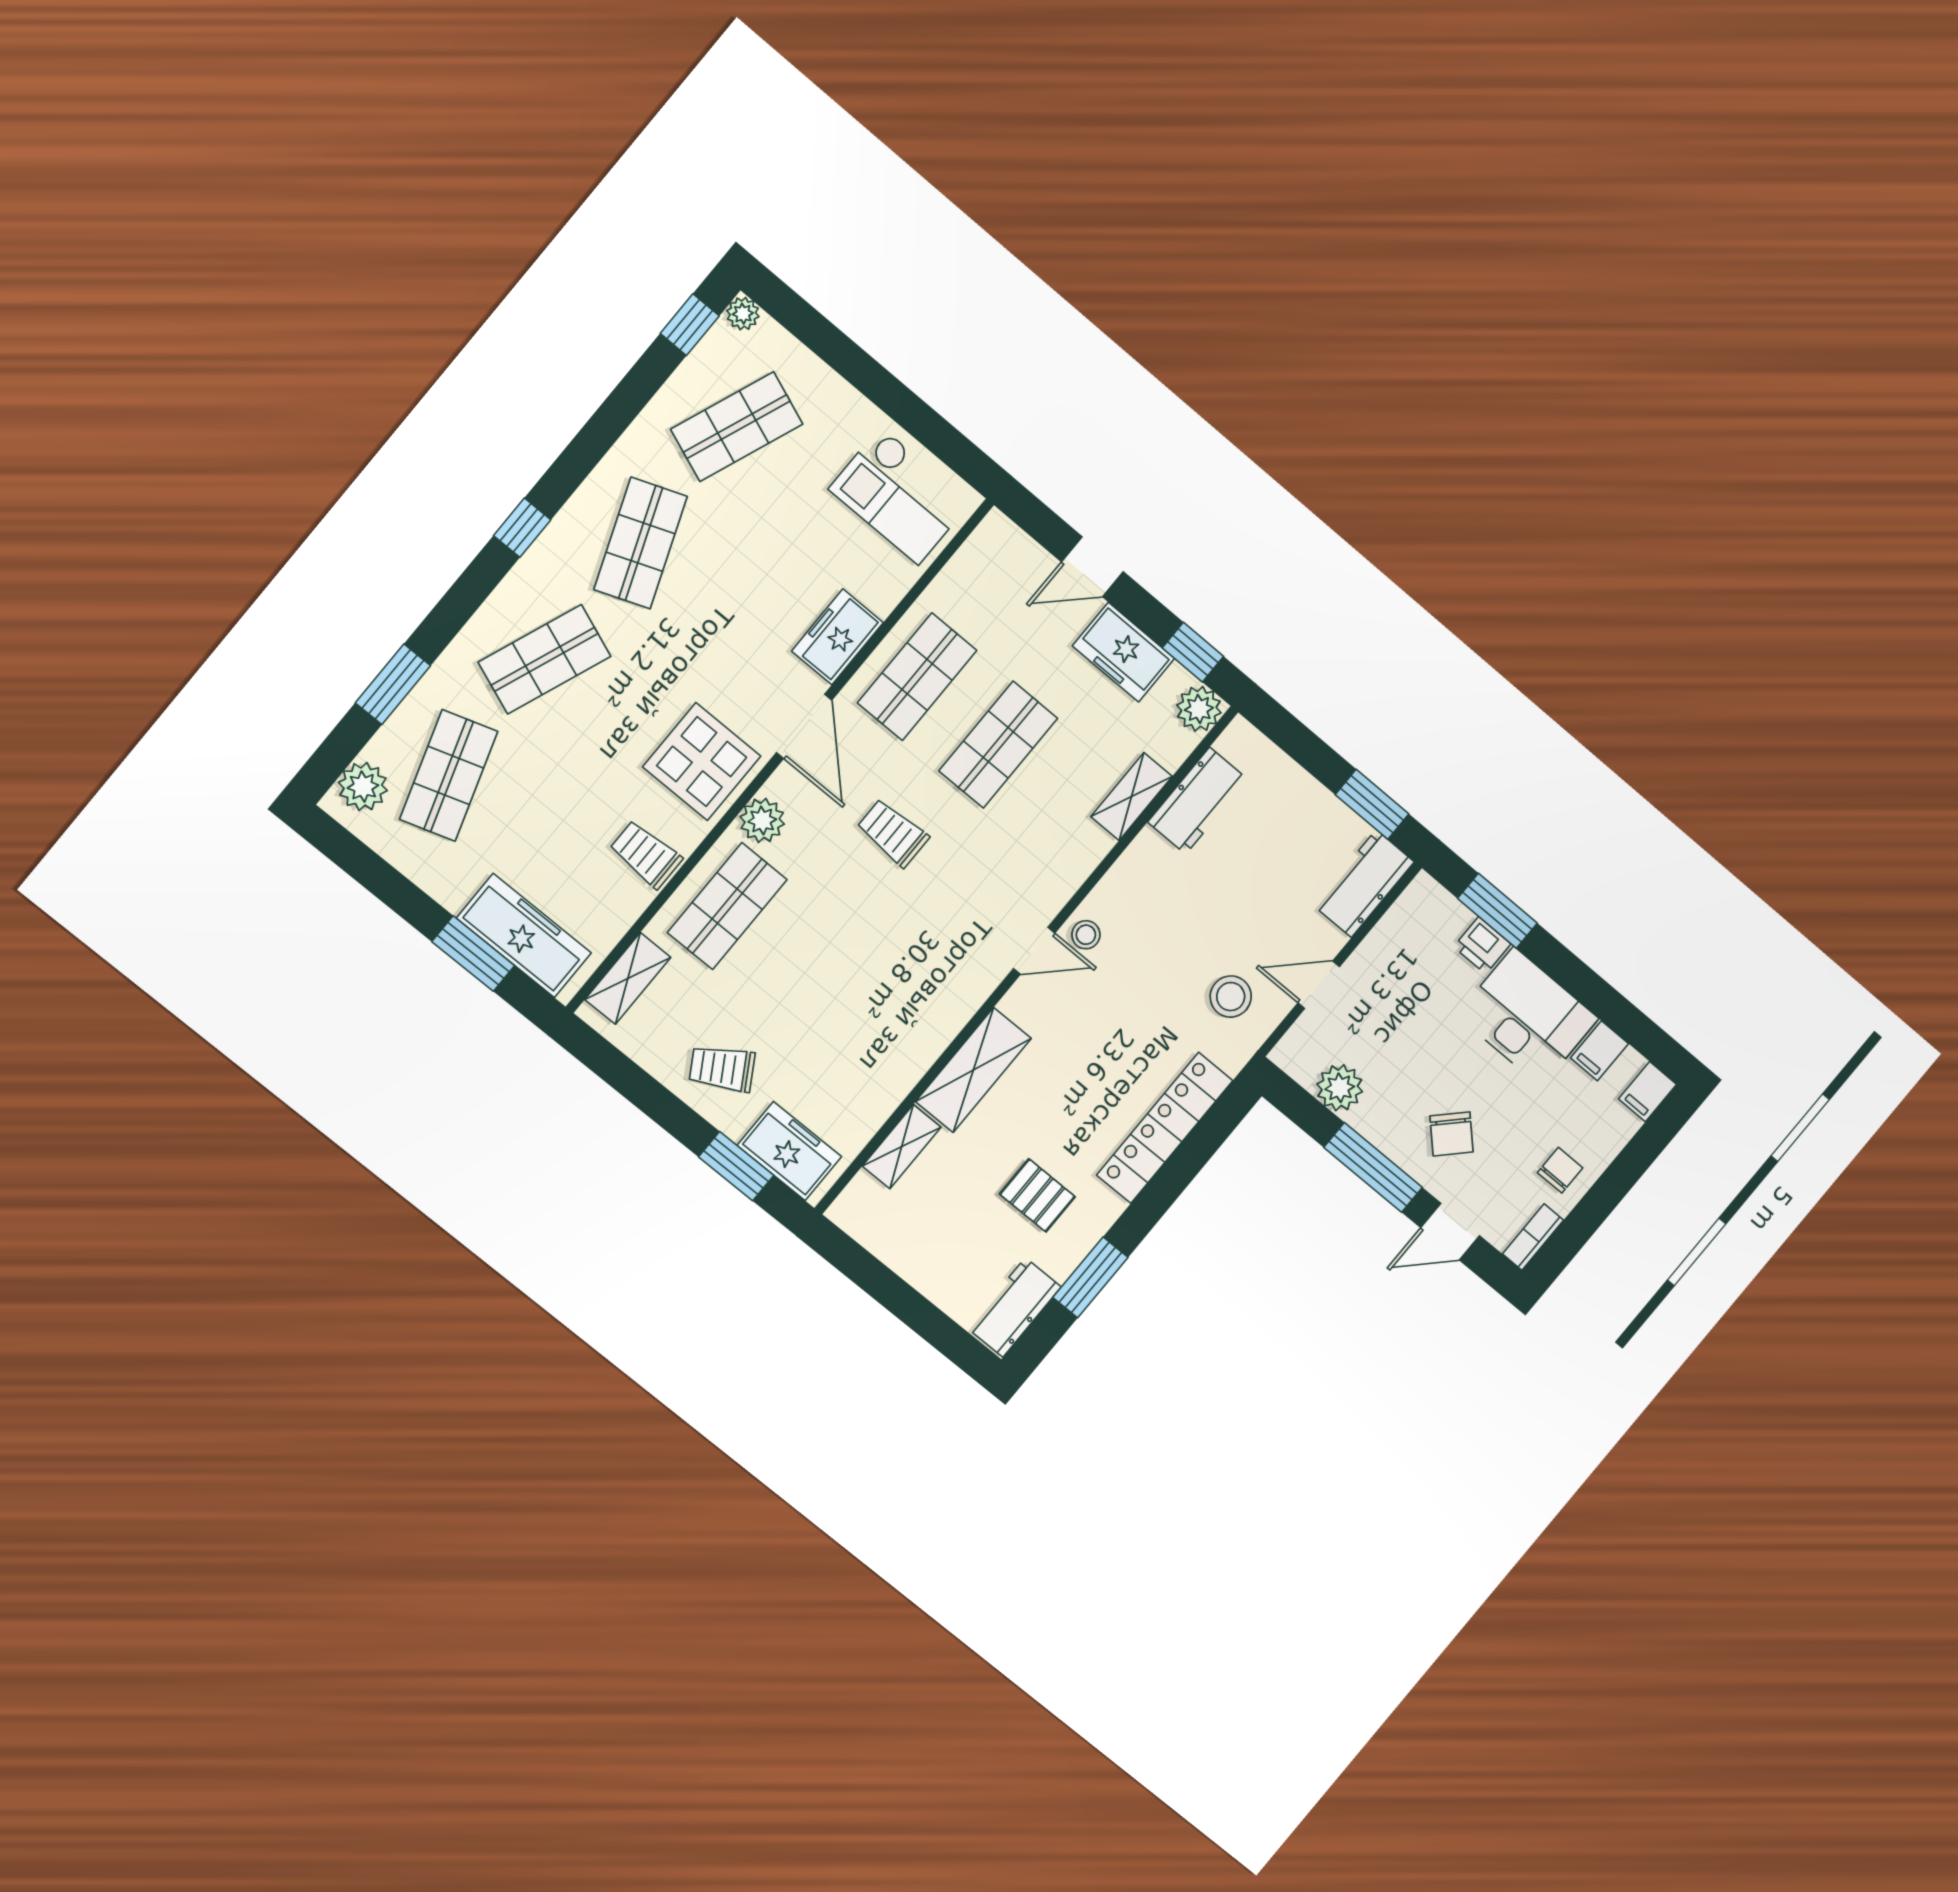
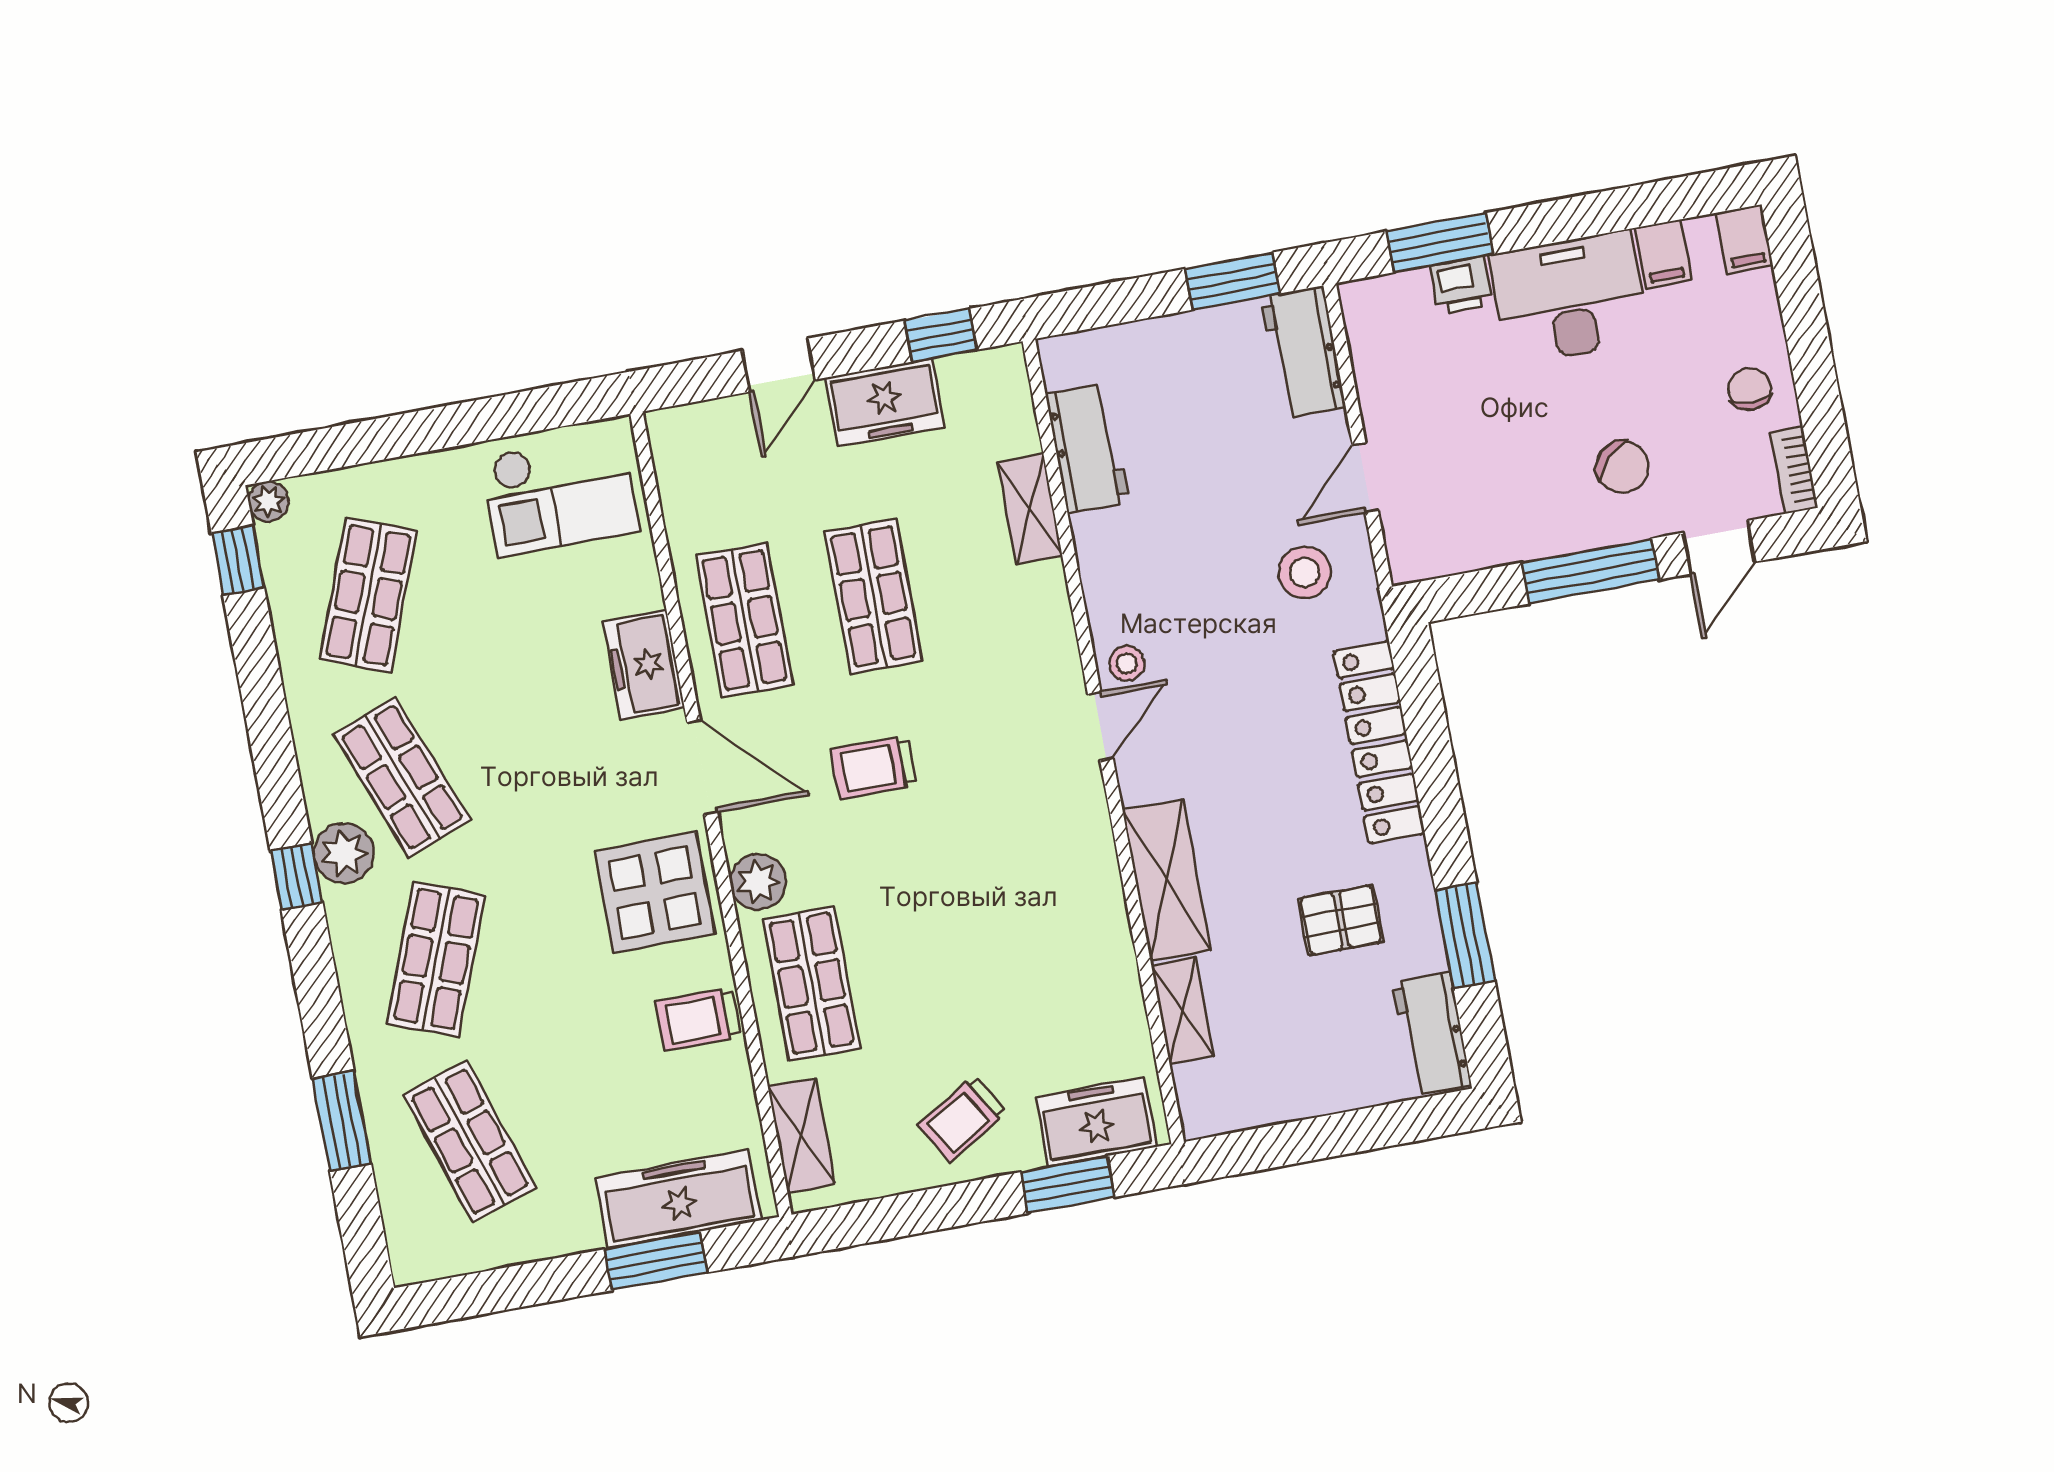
plant: (1199, 709) -> (1000, 374), removed
plant: (363, 787) -> (344, 853), moved
plant: (1340, 1088) -> (1484, 539), removed

